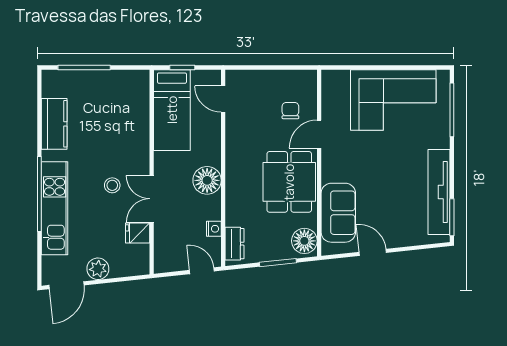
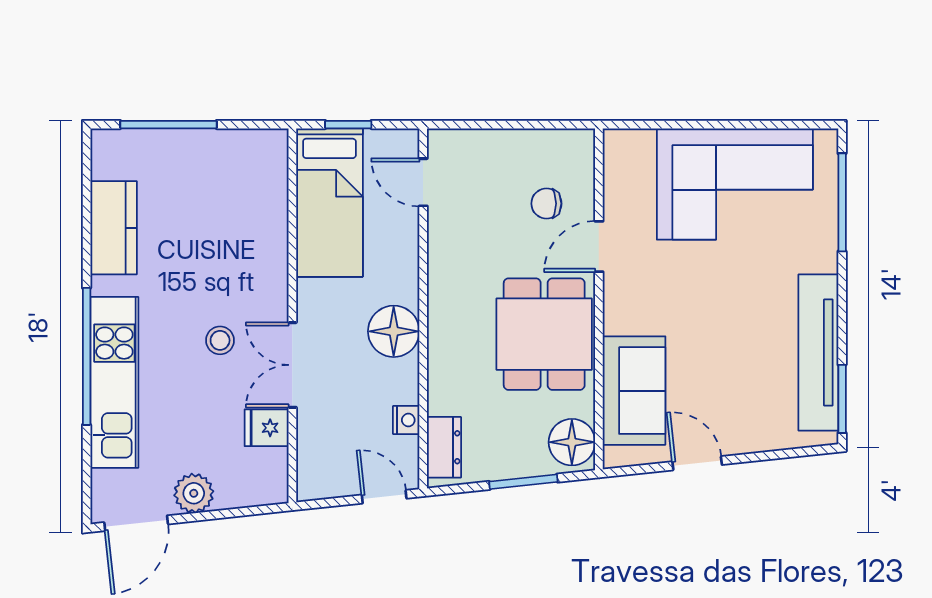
chair: (290, 111) -> (546, 204), turned -90

